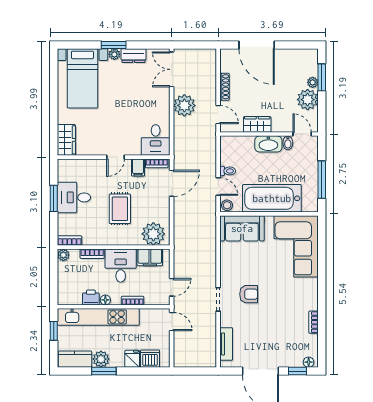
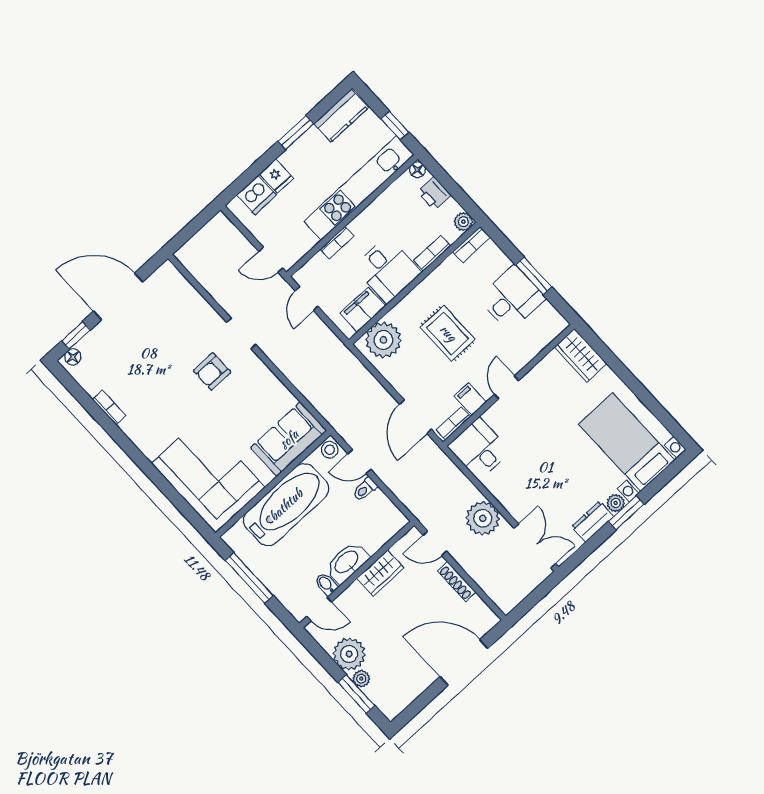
printer: (91, 297) -> (434, 193), moved, turned 90
floor lamp: (105, 300) -> (417, 170), moved
tv unit: (226, 344) -> (185, 291), removed
plant: (101, 359) -> (312, 143), removed

